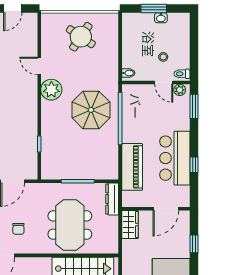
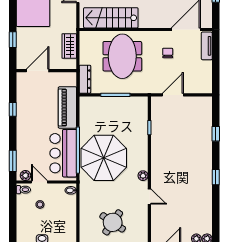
plant: (51, 90) -> (143, 176), width x0.53, depth x0.53
parasol: (91, 110) -> (104, 158), width x1.36, depth x1.36
bar counter: (175, 158) -> (63, 153), moved, turned 180
wardrobe: (130, 225) -> (69, 46), moved

